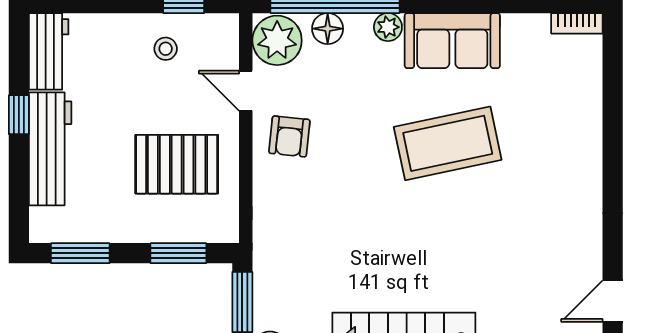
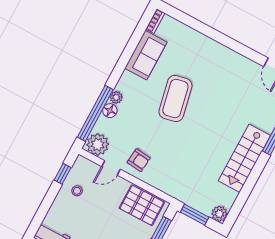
floor lamp: (328, 29) -> (110, 111), moved
sofa: (452, 41) -> (146, 55), moved
pallet: (177, 164) -> (142, 205), moved, turned 90

